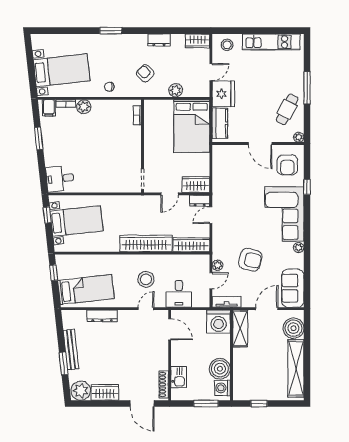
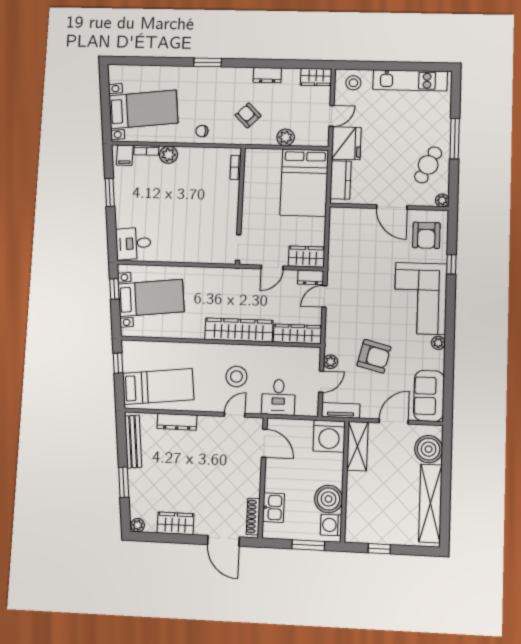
bench: (71, 349) -> (133, 442), moved
plant: (81, 391) -> (138, 525), width x0.53, depth x0.53

